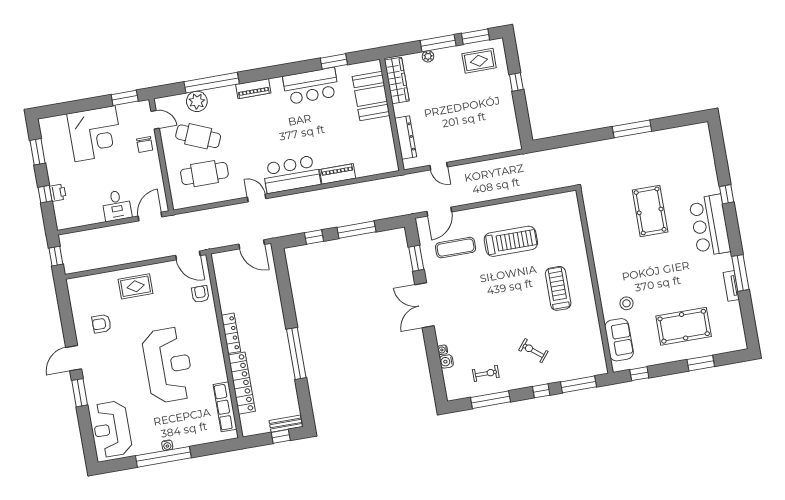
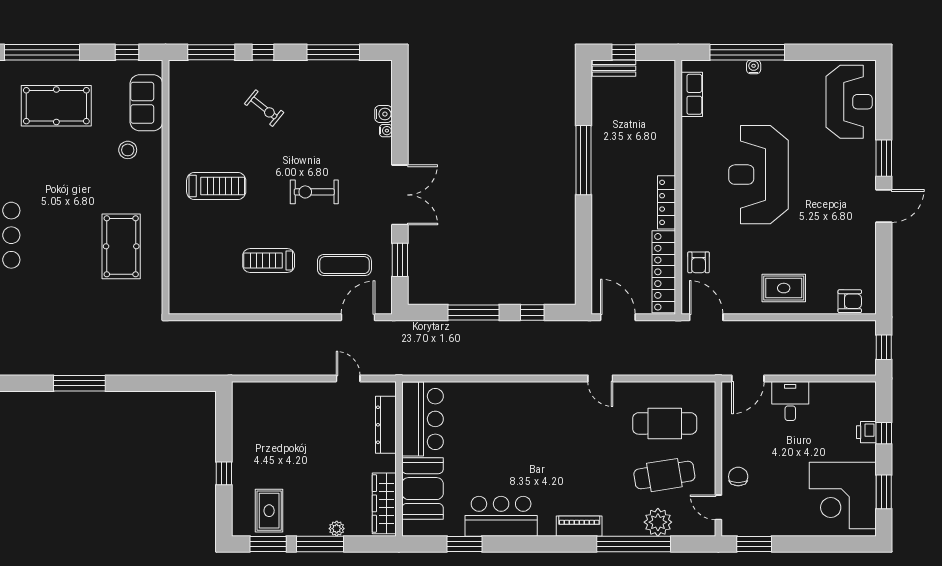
rug: (479, 61) -> (269, 511), turned 90
corner desk: (95, 134) -> (843, 495), moved, turned -90
cafe table: (198, 136) -> (664, 475), turned -32
bar counter: (292, 174) -> (422, 419), moved, turned -90
piano: (338, 174) -> (486, 392), removed
pool table: (650, 211) -> (121, 246), moved
treadmill: (511, 241) -> (269, 261), width x0.73, depth x0.73
treadmill: (558, 288) -> (216, 186), turned -90
armchair: (101, 324) -> (850, 301), moved
window: (701, 363) -> (42, 52), width x2.11
exercise bike: (486, 373) -> (314, 192), moved, width x1.38, depth x1.39
locker: (242, 383) -> (664, 272), moved
row of seats: (225, 407) -> (692, 94), width x0.68
water cooler: (167, 445) -> (754, 67), moved
window: (163, 457) -> (747, 52), moved

